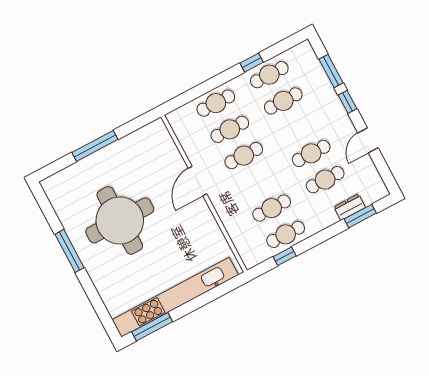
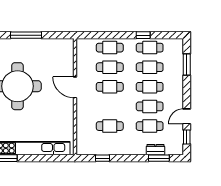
window: (347, 102) -> (187, 137), moved
door: (197, 181) -> (75, 87), hinge flipped
cafe table: (286, 234) -> (150, 87), moved

